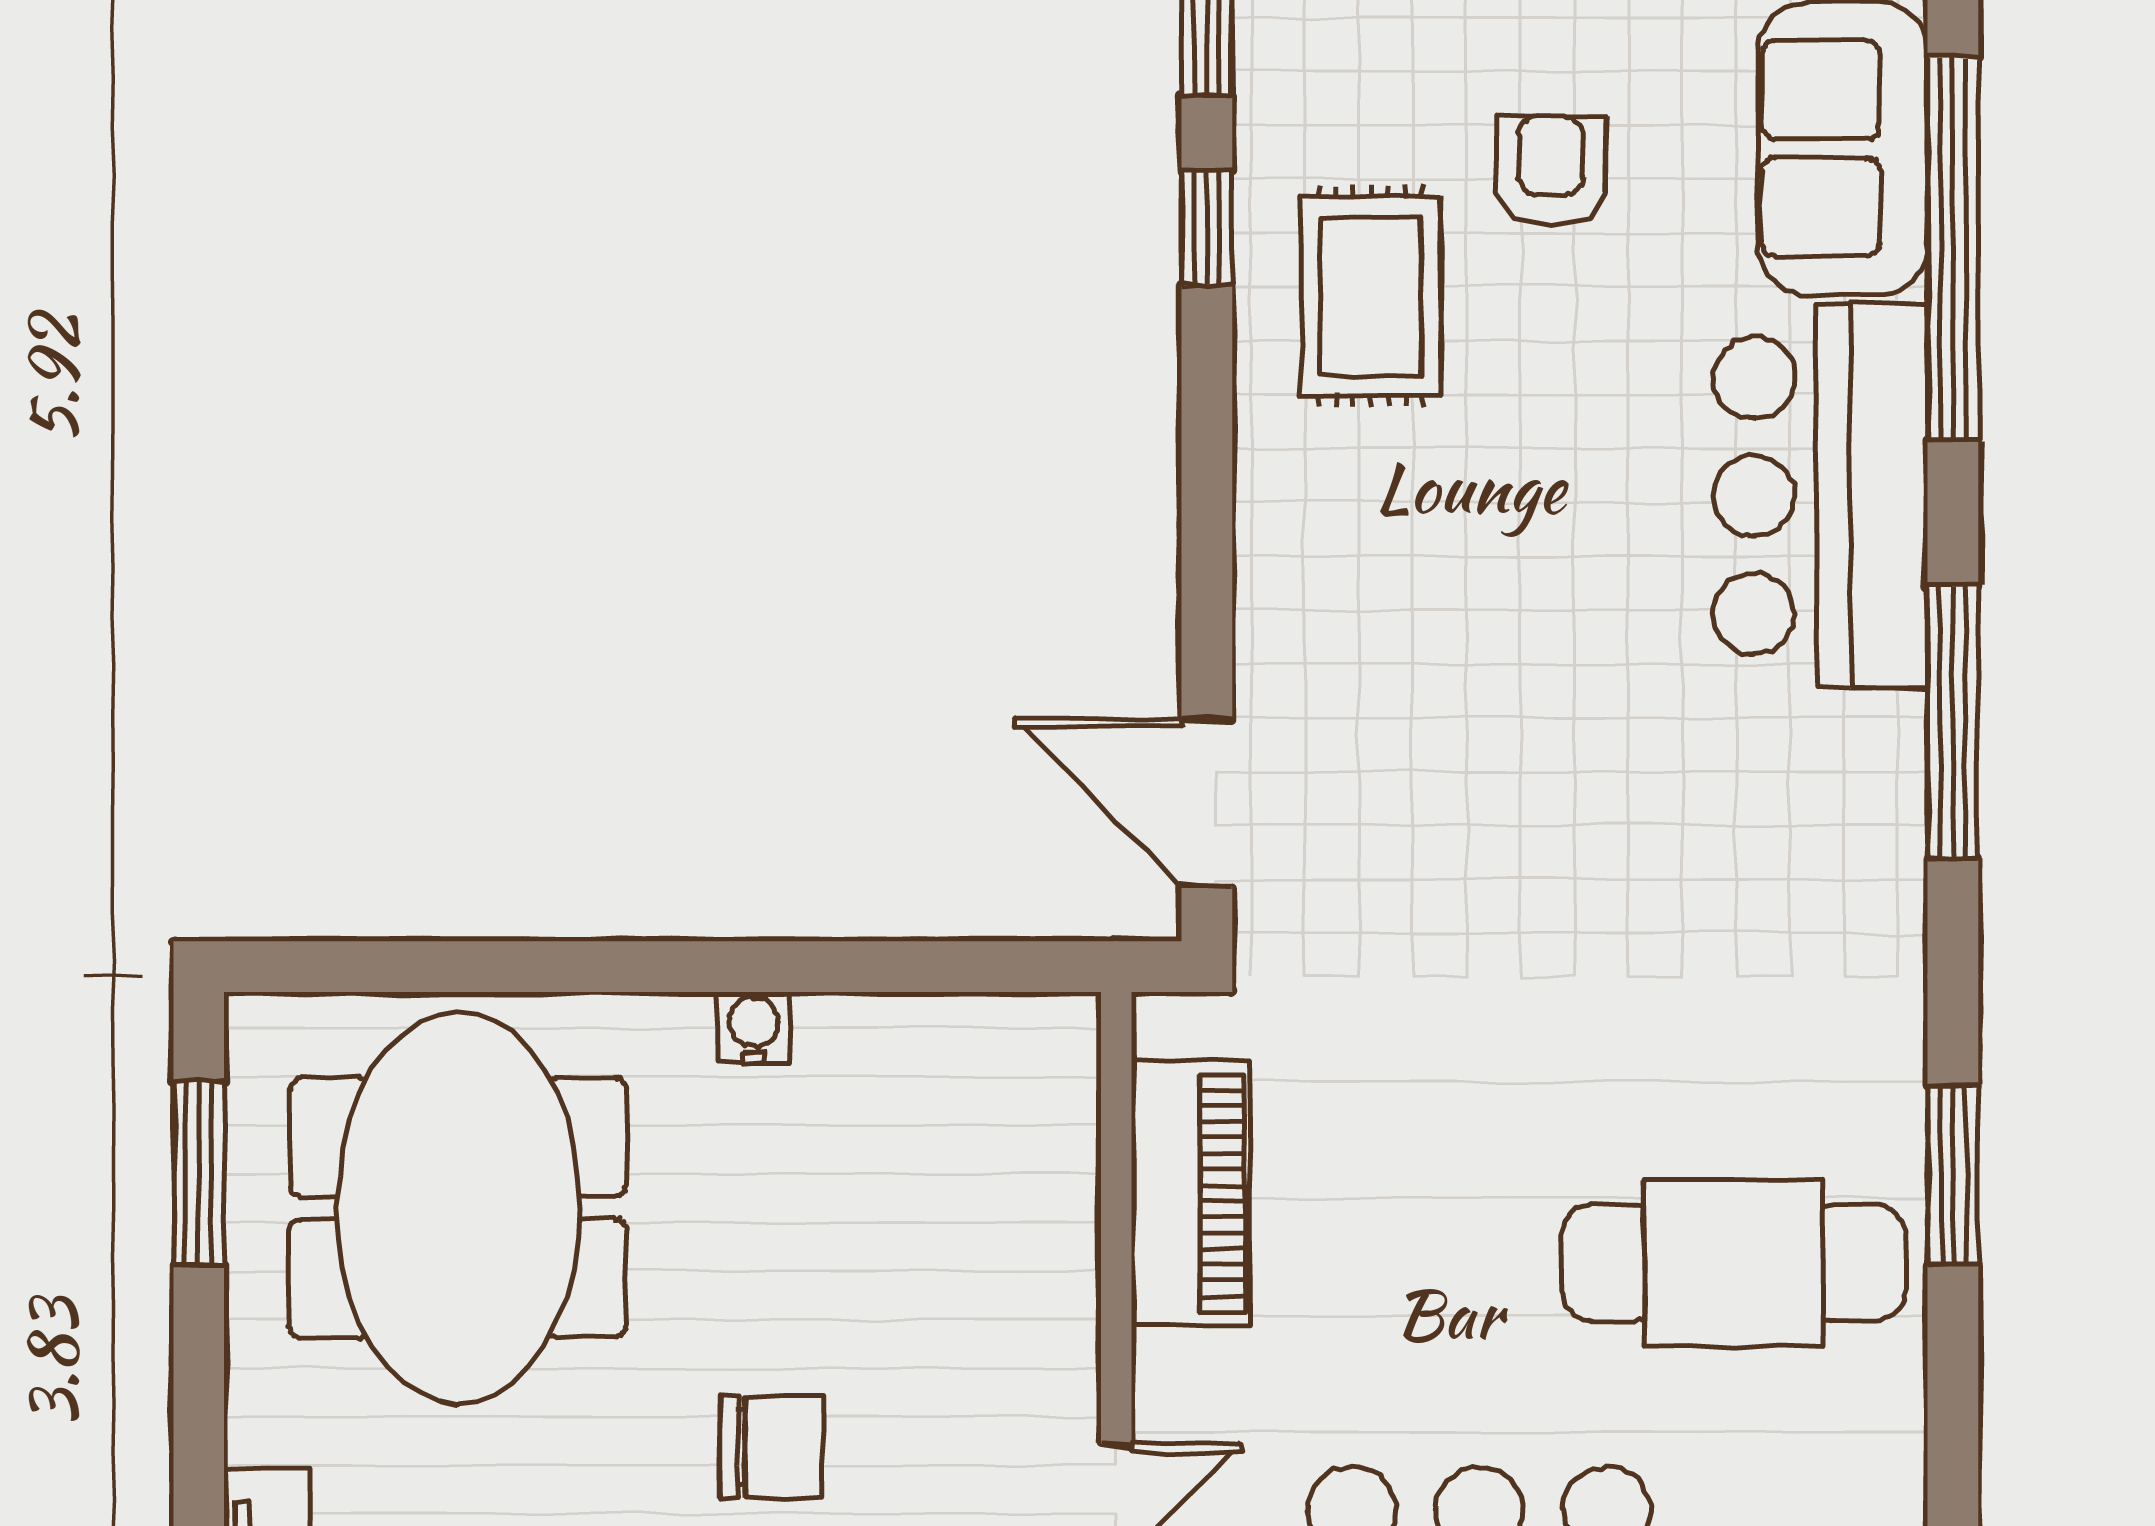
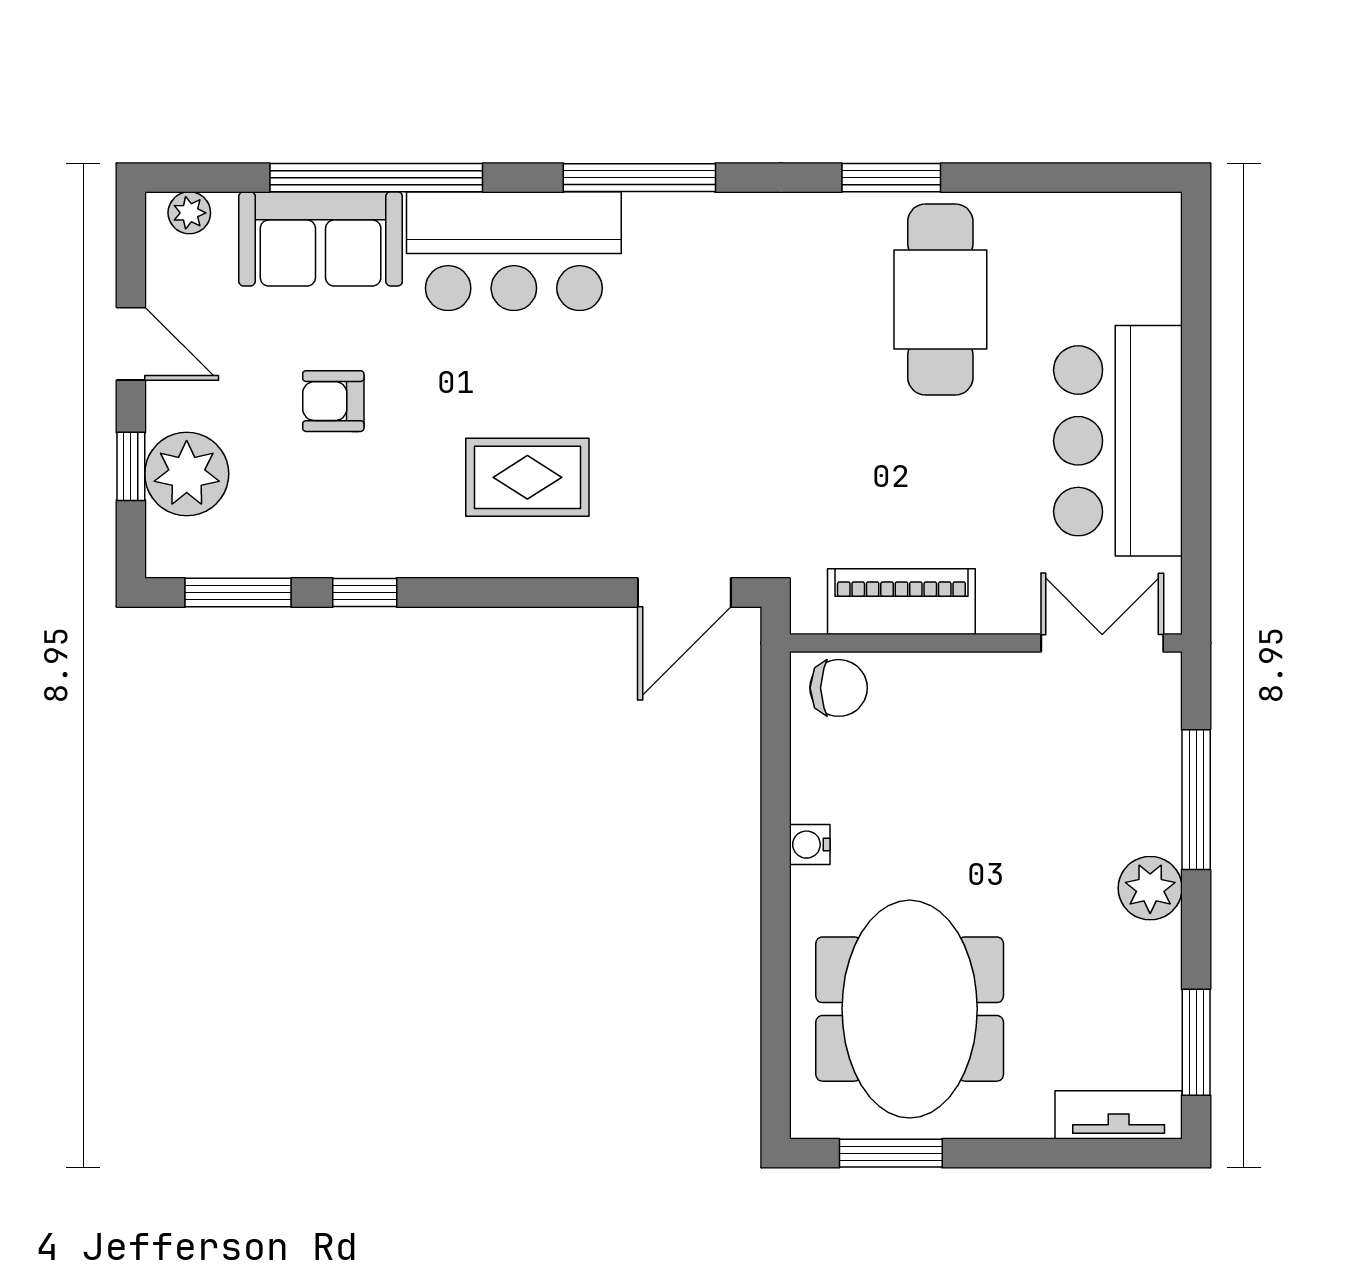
rug: (1371, 296) -> (527, 477), moved
meeting table: (458, 1208) -> (910, 1009), turned 90
chair: (772, 1447) -> (839, 688), moved, turned 90

